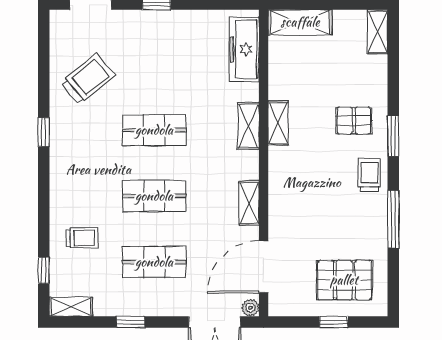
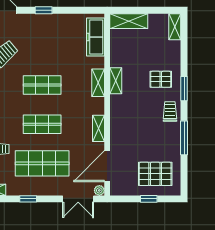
shop shelf: (154, 262) -> (42, 163), width x1.43, depth x1.36

